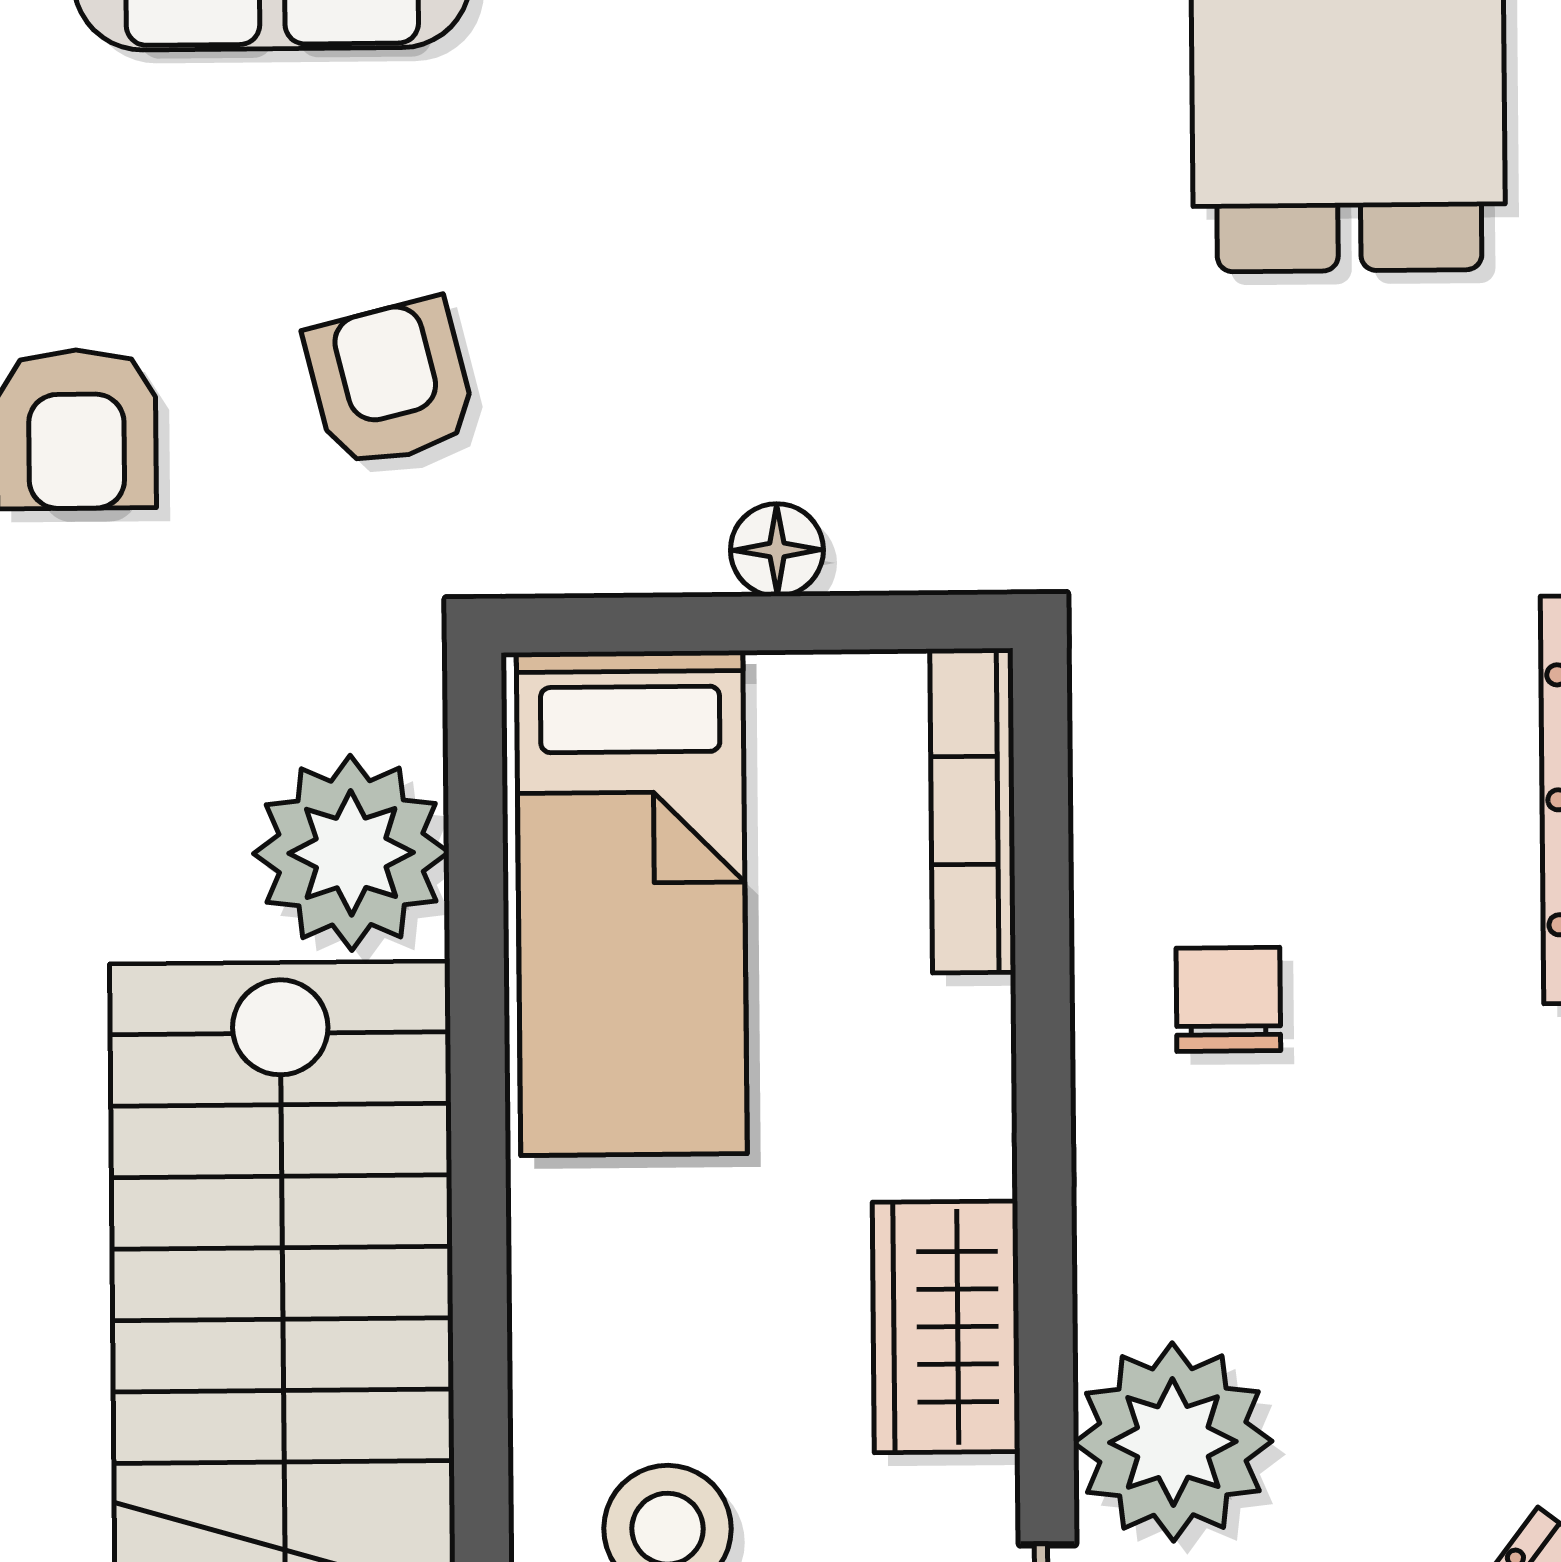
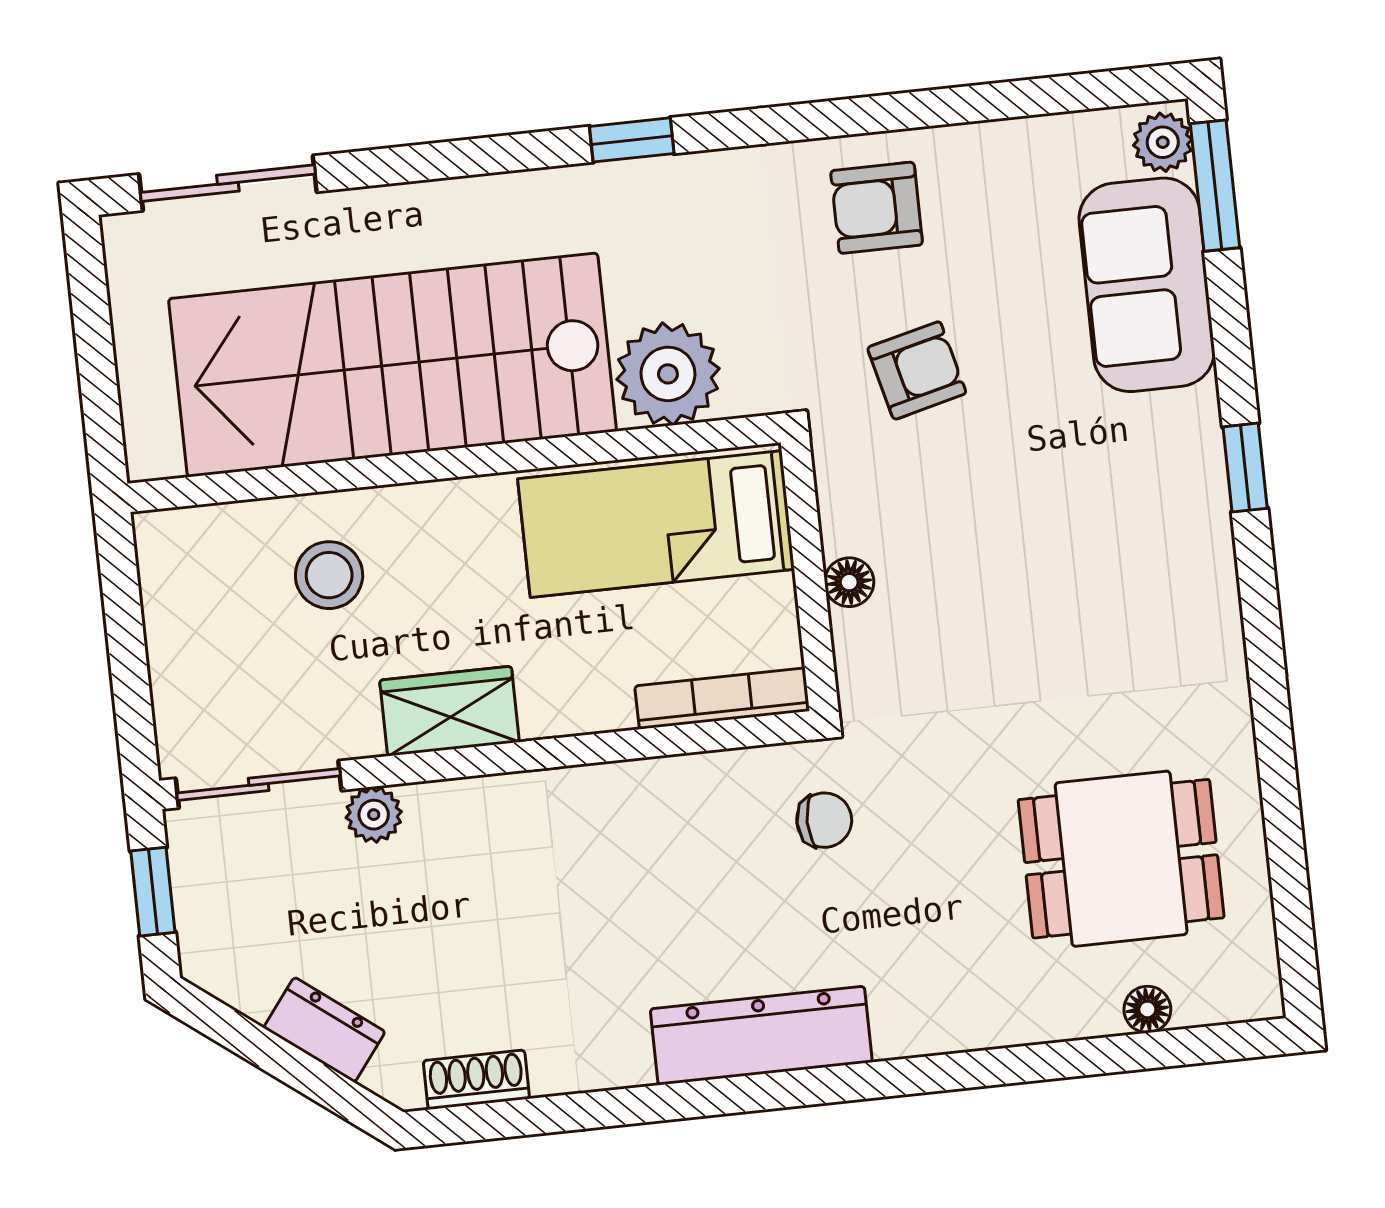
chair: (1228, 999) -> (824, 820), moved
plant: (1173, 1442) -> (374, 815), width x0.53, depth x0.53

